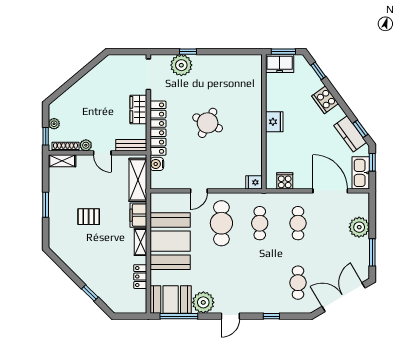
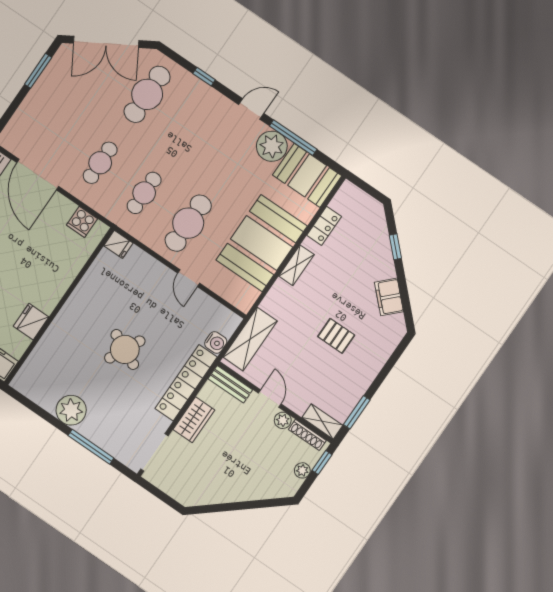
window: (188, 52) -> (91, 447), width x2.17
plant: (181, 65) -> (71, 410), moved
fridge: (274, 122) -> (31, 322), moved
door: (199, 191) -> (189, 278), swing flipped
window: (46, 205) -> (357, 412), moved
filing cabinet: (138, 215) -> (389, 297), moved, turned 135
plant: (359, 227) -> (33, 110), removed
cafe table: (298, 283) -> (147, 94), width x1.37, depth x1.35
window: (179, 316) -> (293, 138), moved

